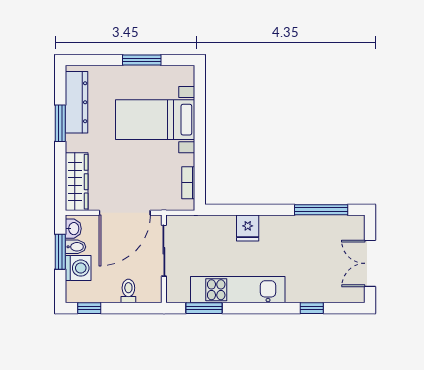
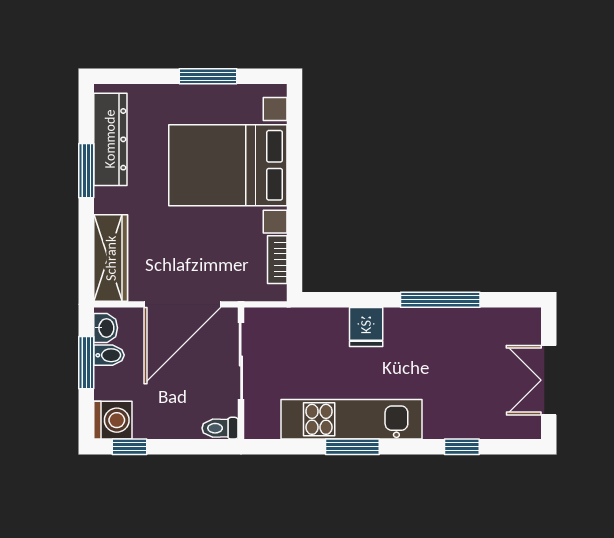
bed with nightstands: (155, 120) -> (228, 165), width x1.36
window: (321, 210) -> (440, 300), moved
washing machine: (78, 268) -> (113, 420), moved
toilet: (128, 291) -> (220, 428), moved, turned -90
window: (204, 308) -> (352, 447), moved

